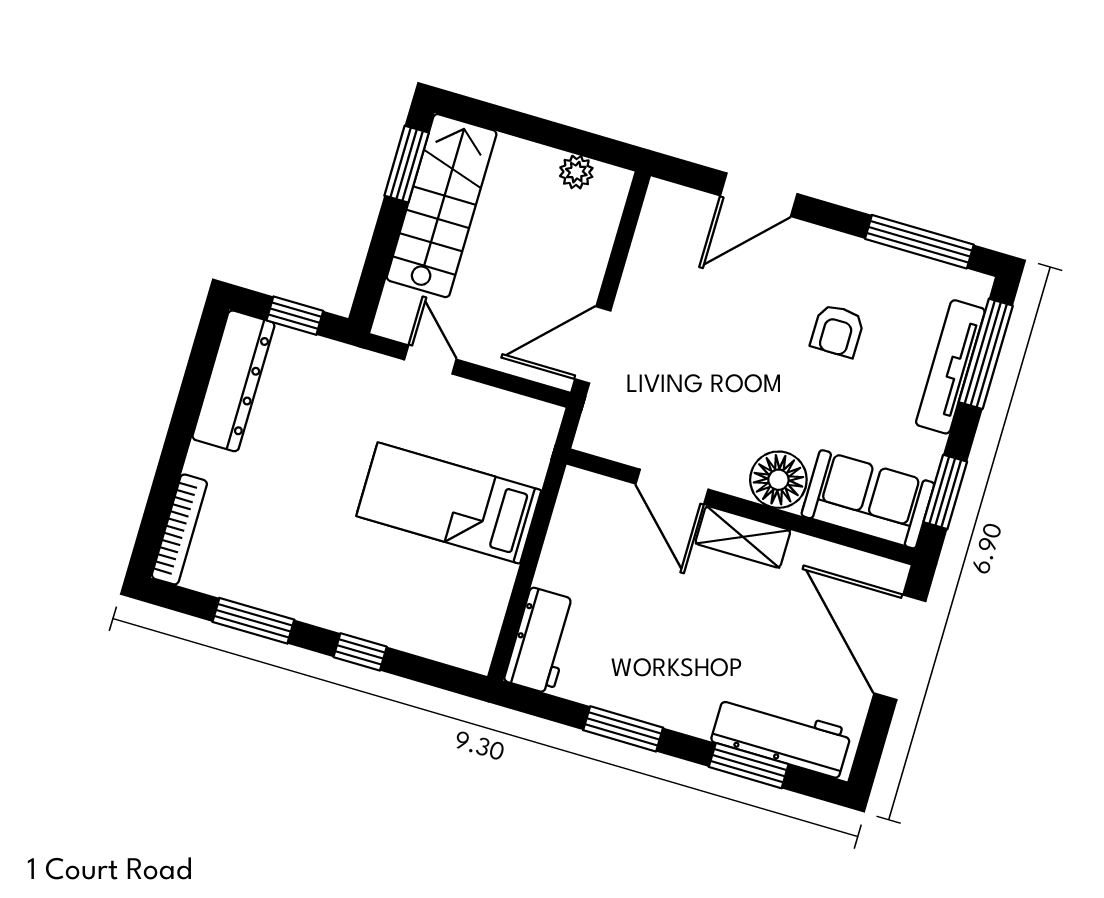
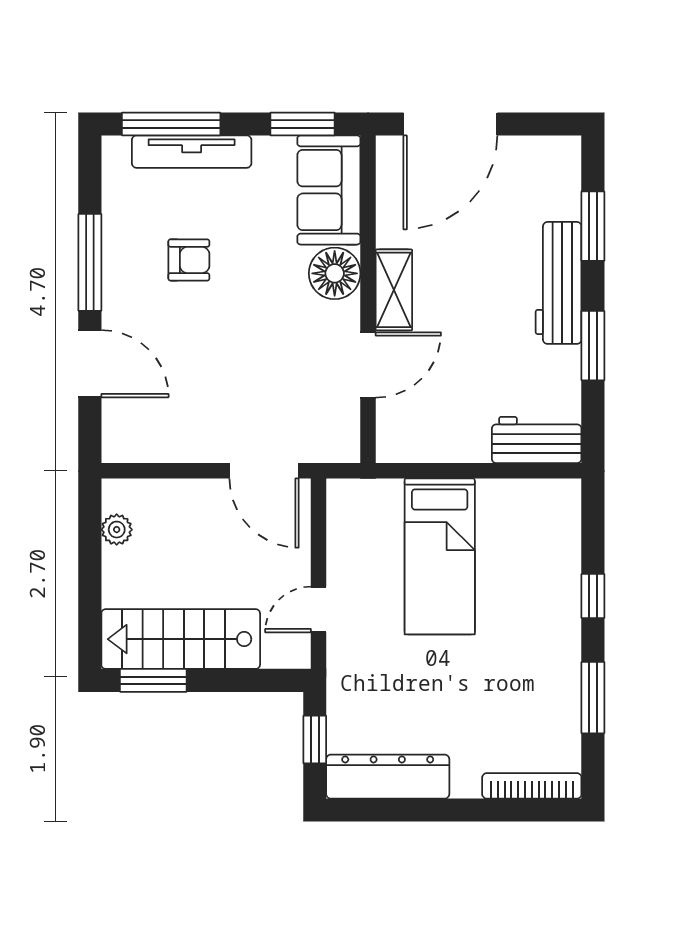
window: (919, 242) -> (90, 262), moved
workbench: (781, 736) -> (559, 283), moved

